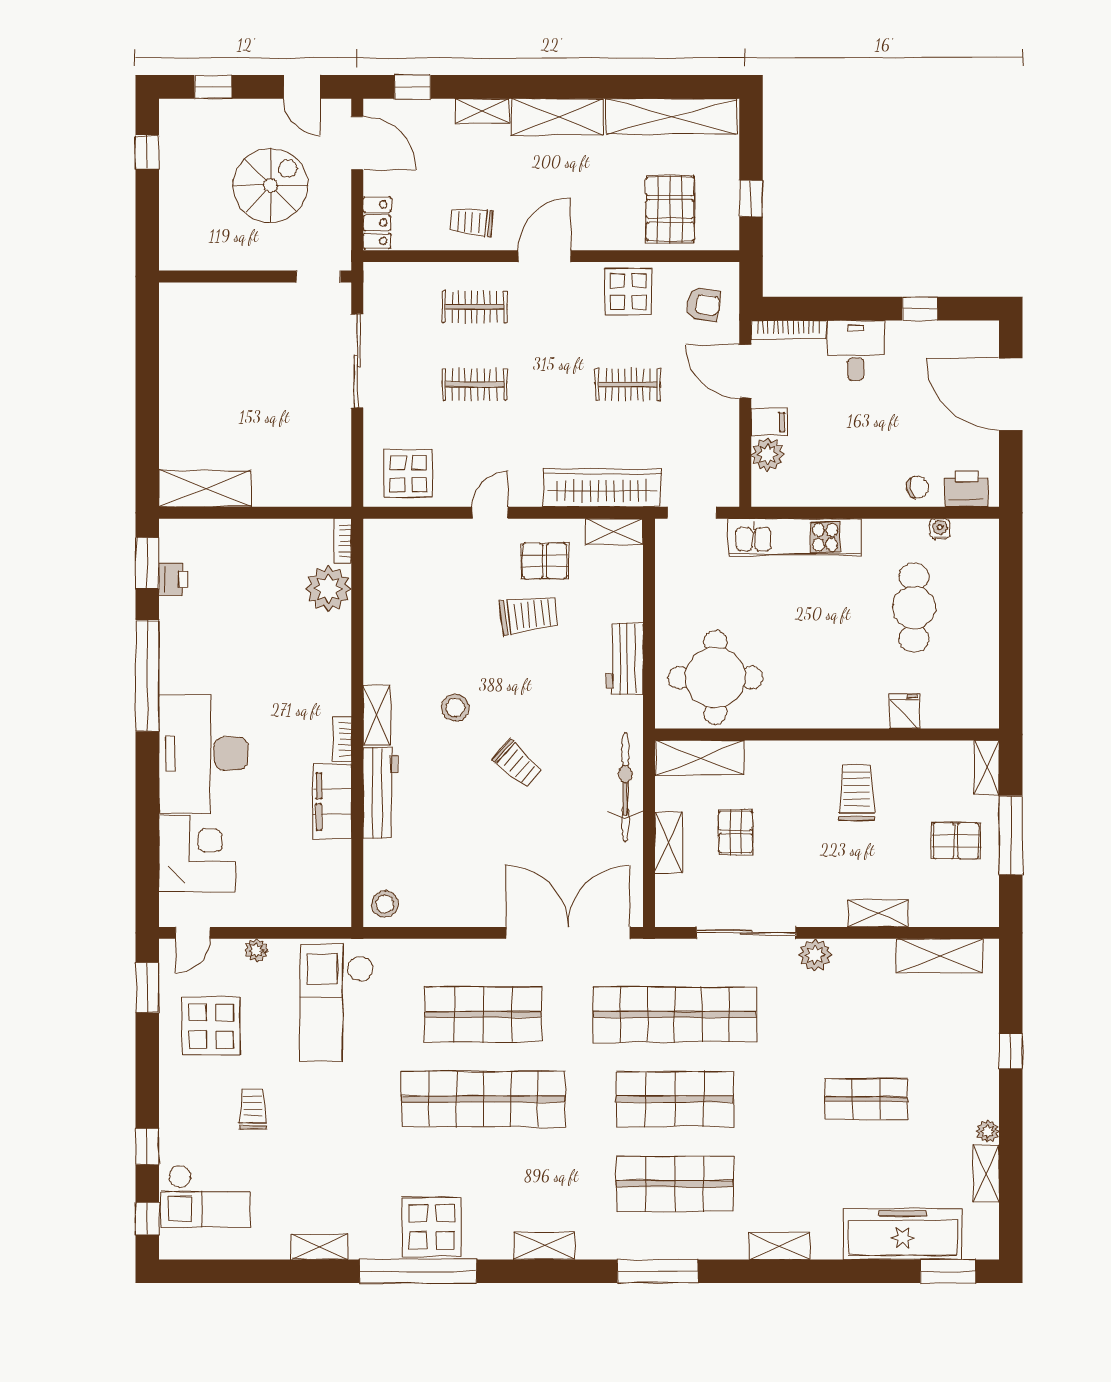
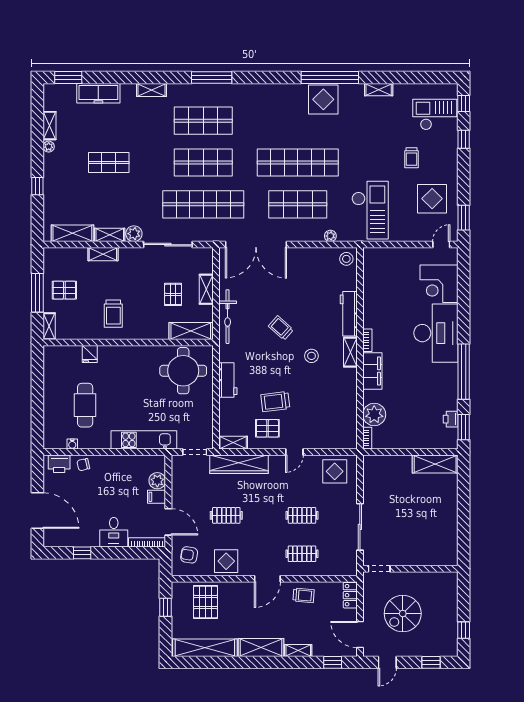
door: (302, 87) -> (387, 662), swing flipped
filing cabinet: (332, 802) -> (372, 371), moved
plant: (256, 950) -> (330, 236), moved
freezer: (903, 1234) -> (98, 93), width x0.73, depth x0.79
shelving: (544, 1246) -> (110, 235), moved

